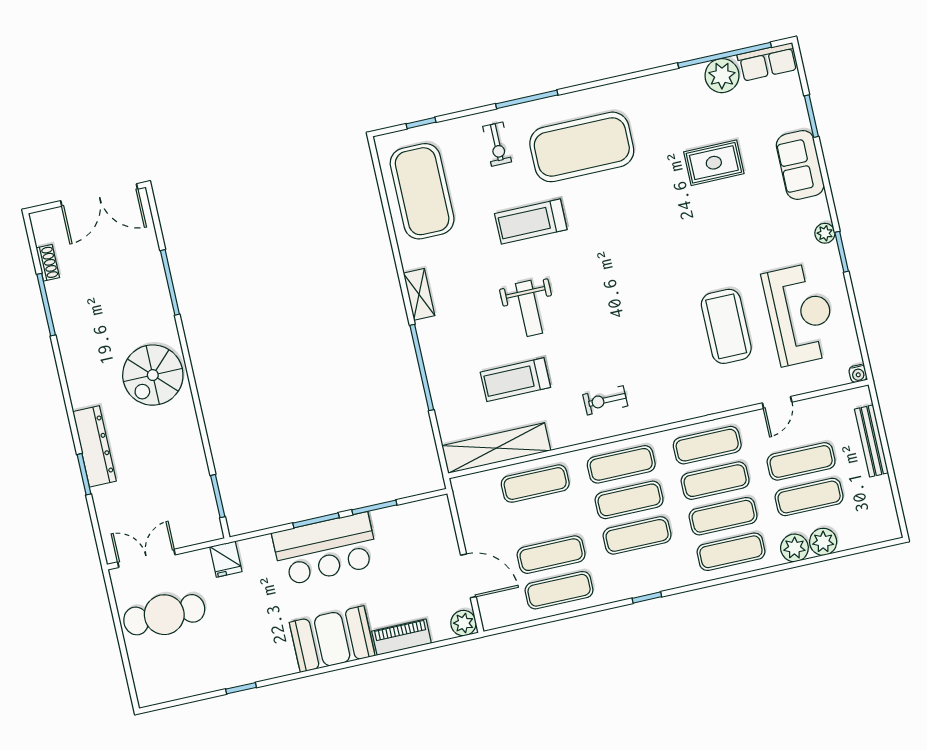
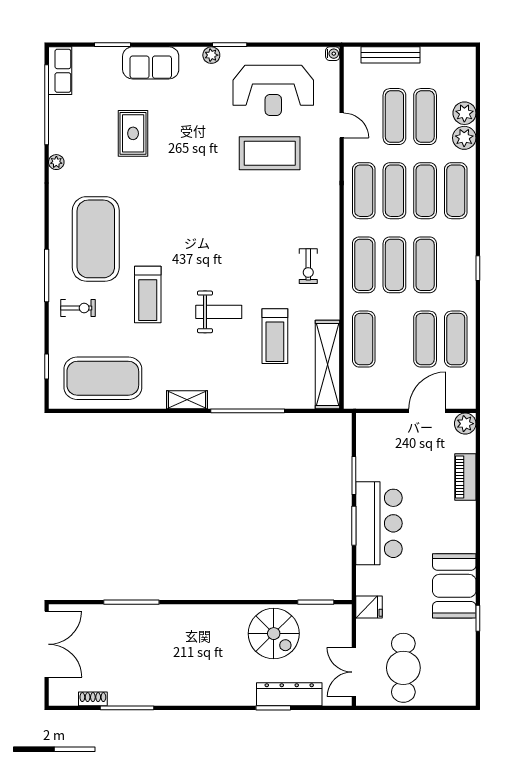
plant: (722, 76) -> (56, 162), moved, width x0.53, depth x0.53
reception desk: (800, 314) -> (273, 90), turned 180
spiral stairs: (153, 375) -> (274, 634), moved
dresser: (94, 446) -> (289, 694), moved
booth: (332, 639) -> (454, 586), moved

